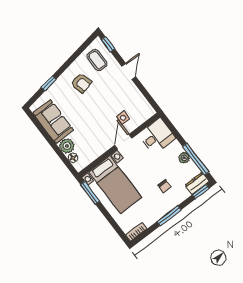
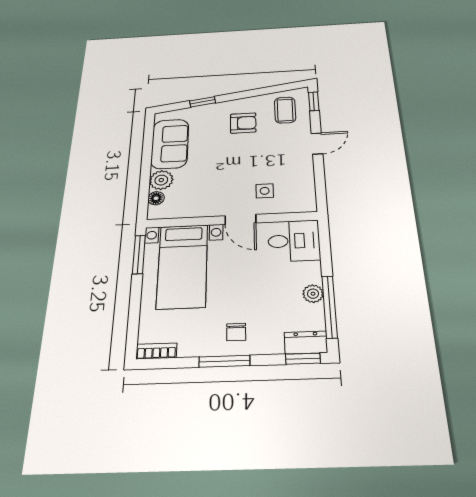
armchair: (81, 83) -> (243, 123), turned -75
door: (123, 142) -> (240, 219), swing flipped
chair: (164, 186) -> (236, 332), moved

